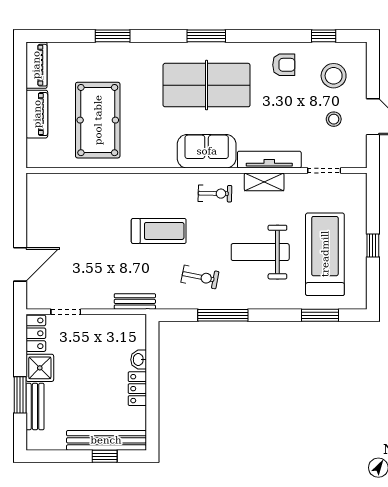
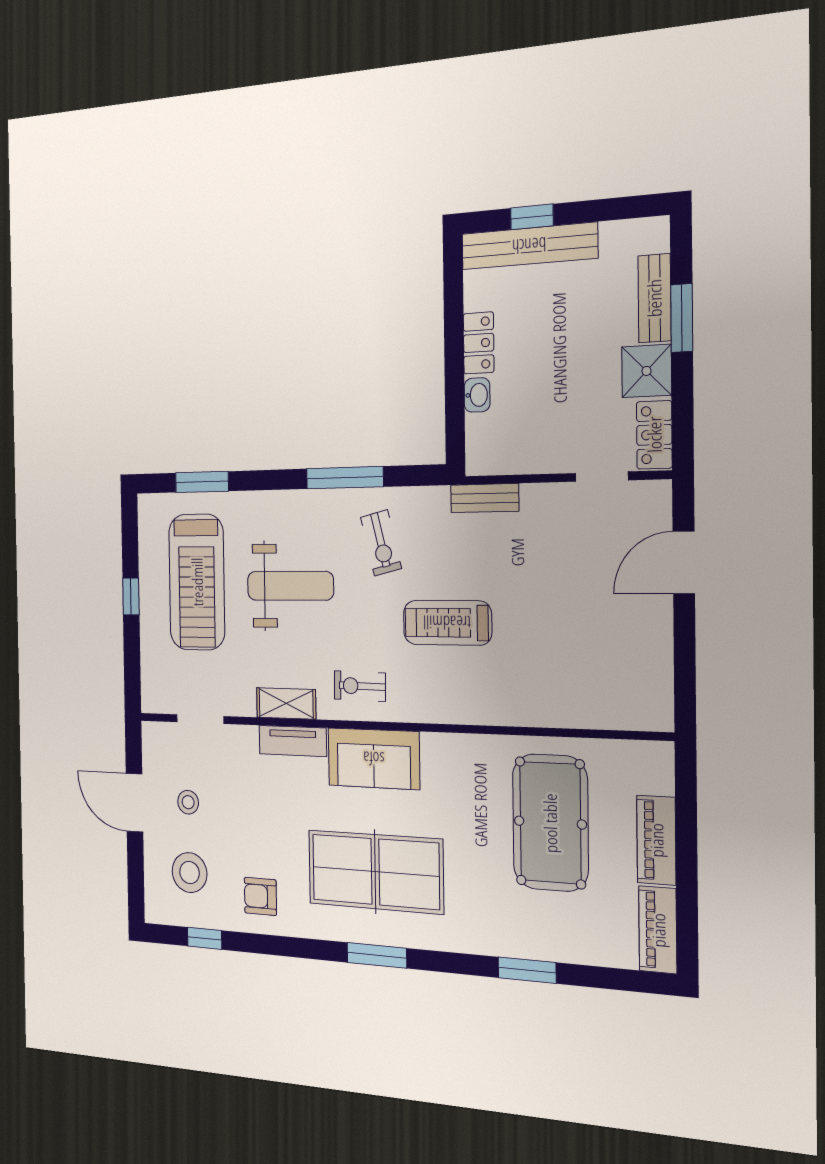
tv unit: (269, 160) -> (293, 741), width x0.71
exercise bike: (200, 277) -> (381, 543), turned -115

